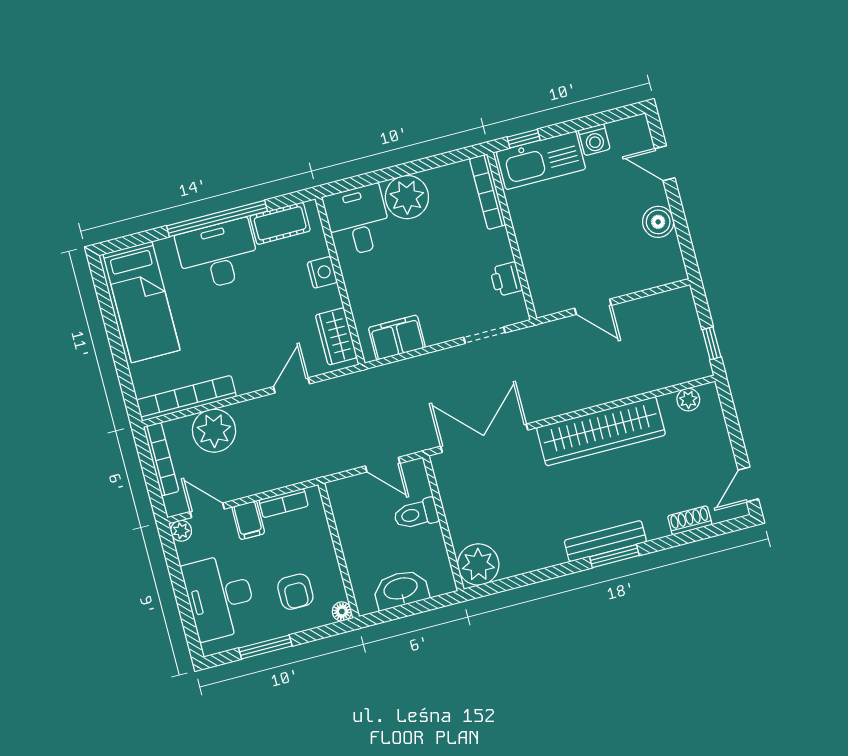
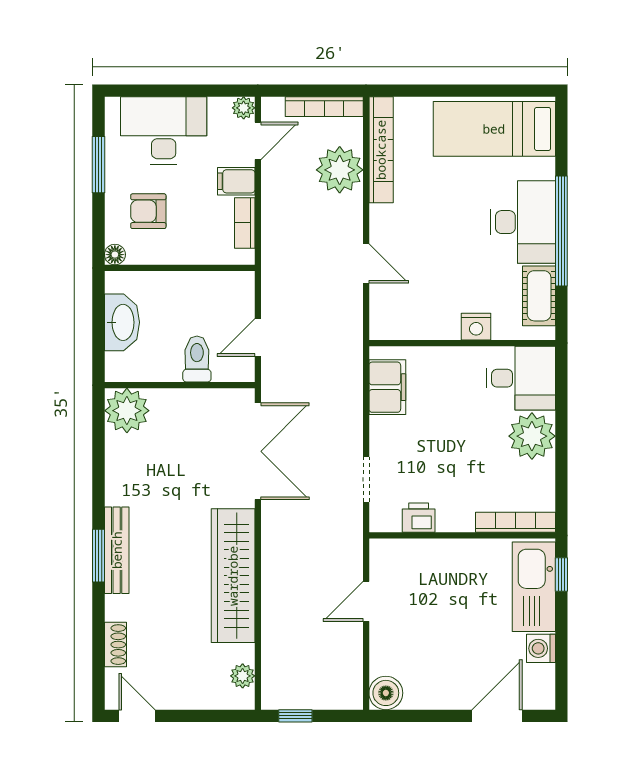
door: (665, 163) -> (497, 716), width x1.38
boiler: (658, 222) -> (386, 693), moved
wardrobe: (336, 336) -> (405, 324), removed

